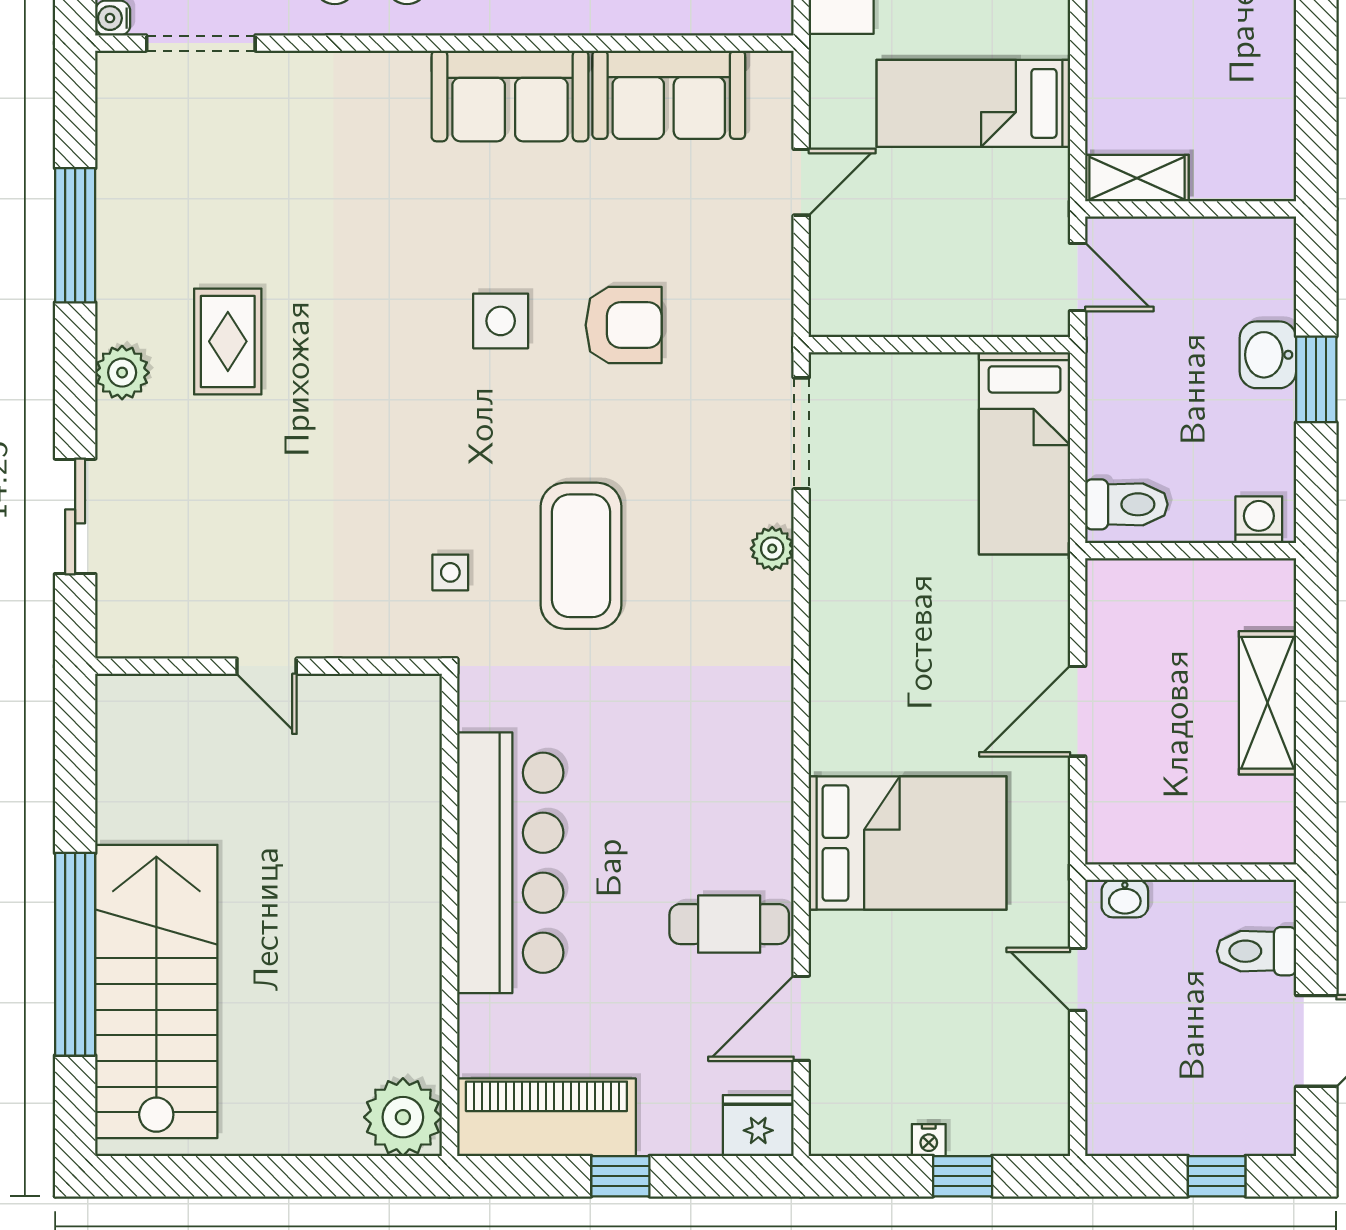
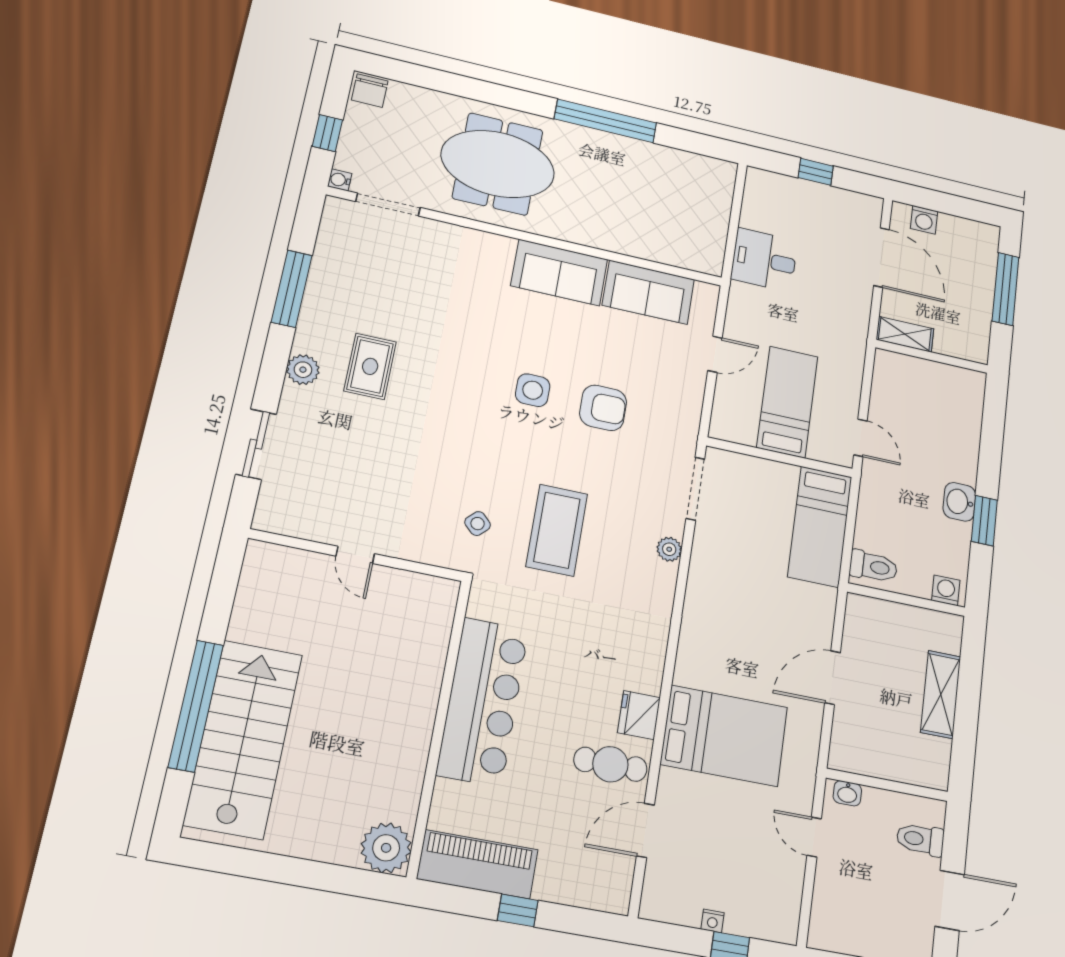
bed: (973, 103) -> (787, 402), moved, turned 90
shelving: (1137, 178) -> (905, 334), moved
wall: (1191, 209) -> (932, 356), moved
side table: (450, 572) -> (478, 524), turned 45
fridge: (758, 1126) -> (639, 715), moved, turned -90

